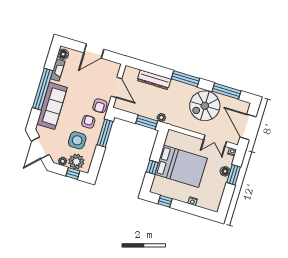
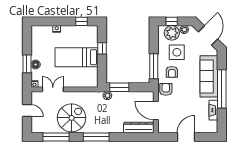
floor lamp: (63, 54) -> (213, 126), removed
dresser: (154, 80) -> (139, 128), moved
door: (248, 127) -> (27, 111), width x0.53
bed: (181, 166) -> (77, 57), width x0.67

